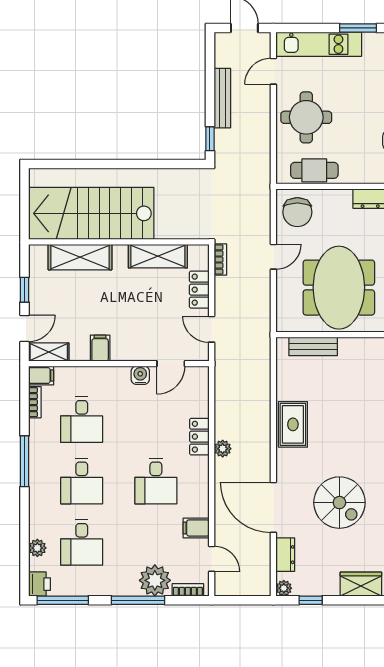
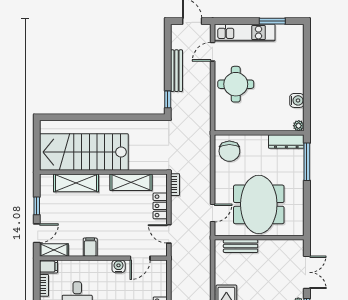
cafe table: (314, 170) -> (241, 122), removed
door: (273, 257) -> (213, 213), moved

